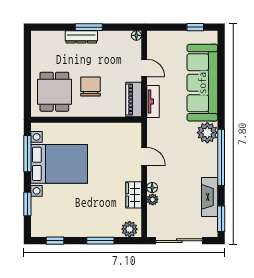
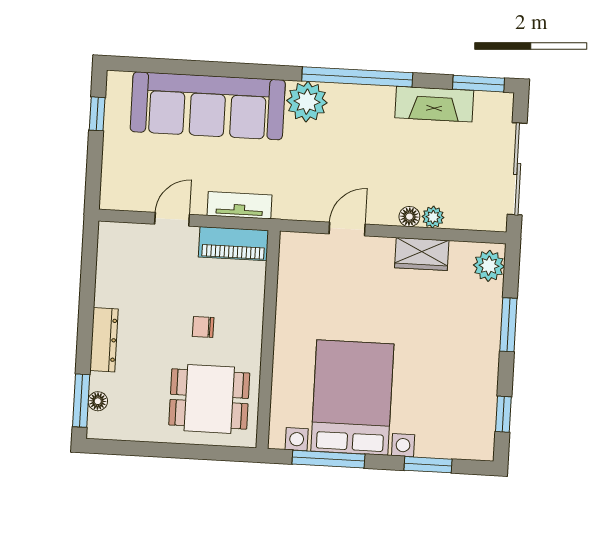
window: (89, 27) -> (81, 401), moved
floor lamp: (136, 35) -> (98, 401), moved
chair: (91, 87) -> (203, 327), width x0.54, depth x0.54

